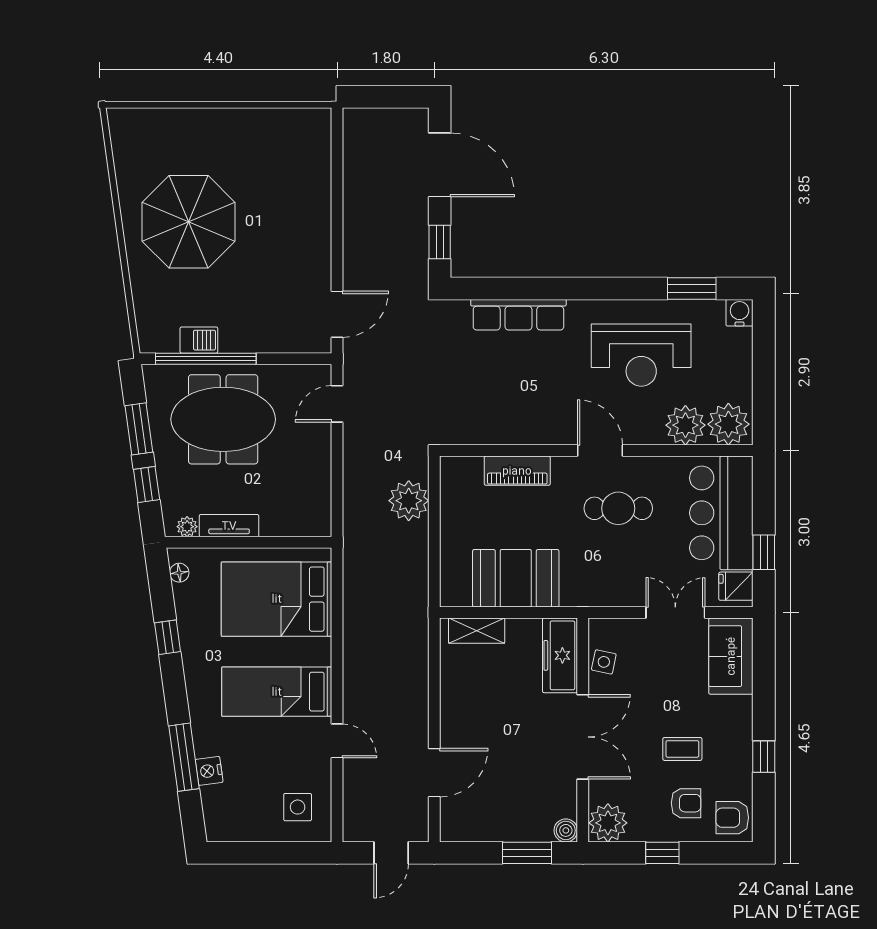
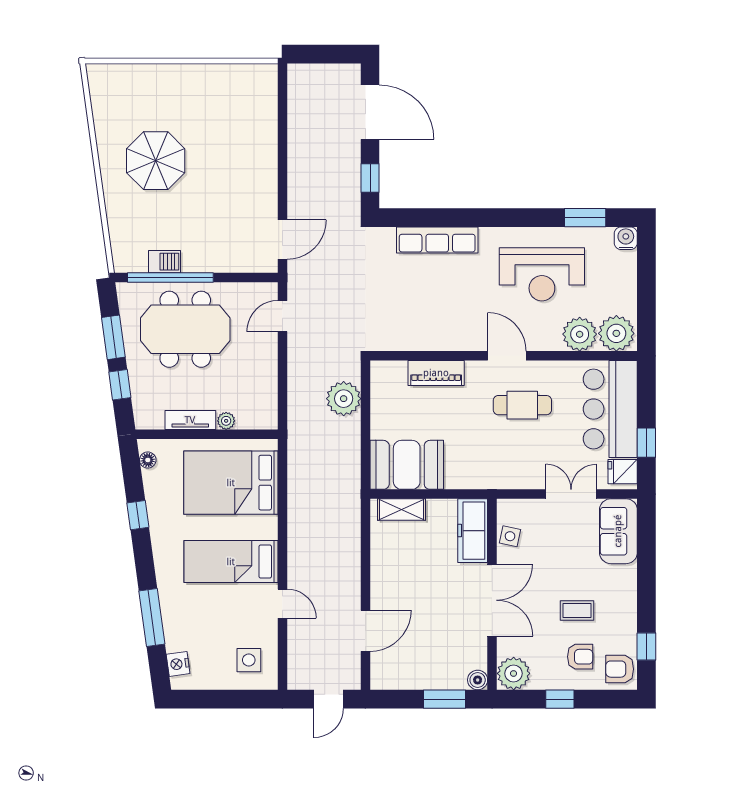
parasol: (189, 222) -> (156, 161), width x0.73, depth x0.73
plant: (187, 527) -> (226, 421), moved
booth: (516, 578) -> (407, 465), moved
window: (764, 757) -> (646, 646), moved
nightstand: (209, 771) -> (178, 664), moved

